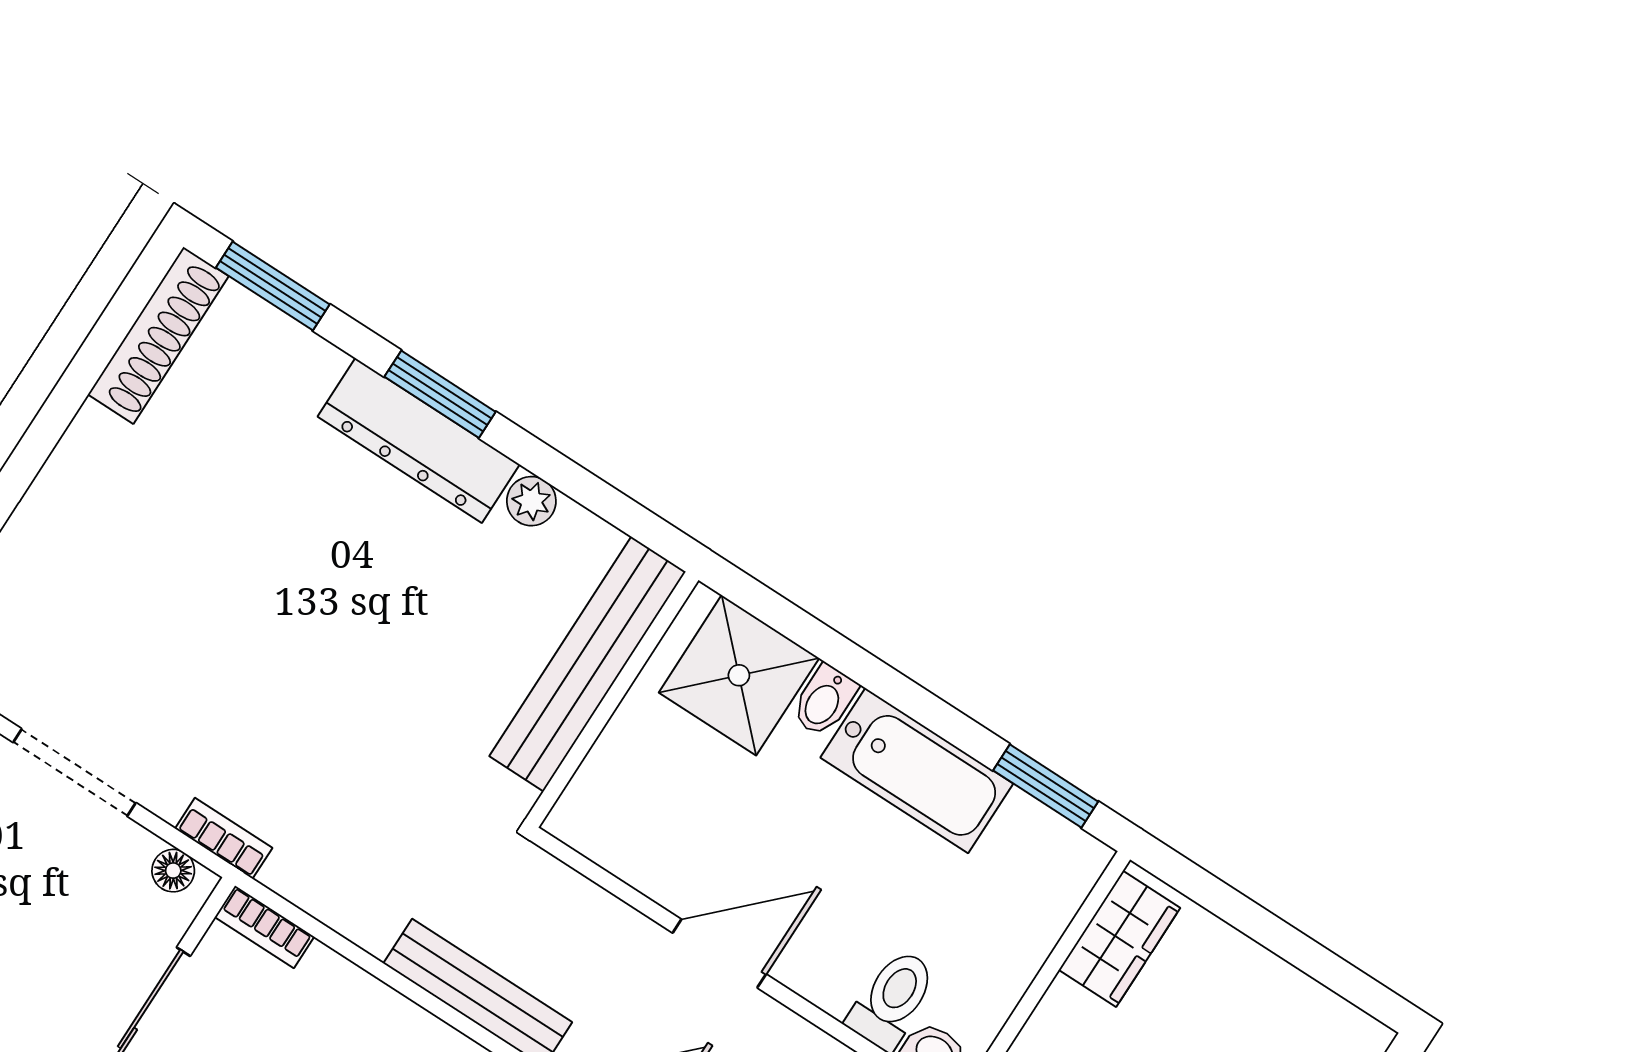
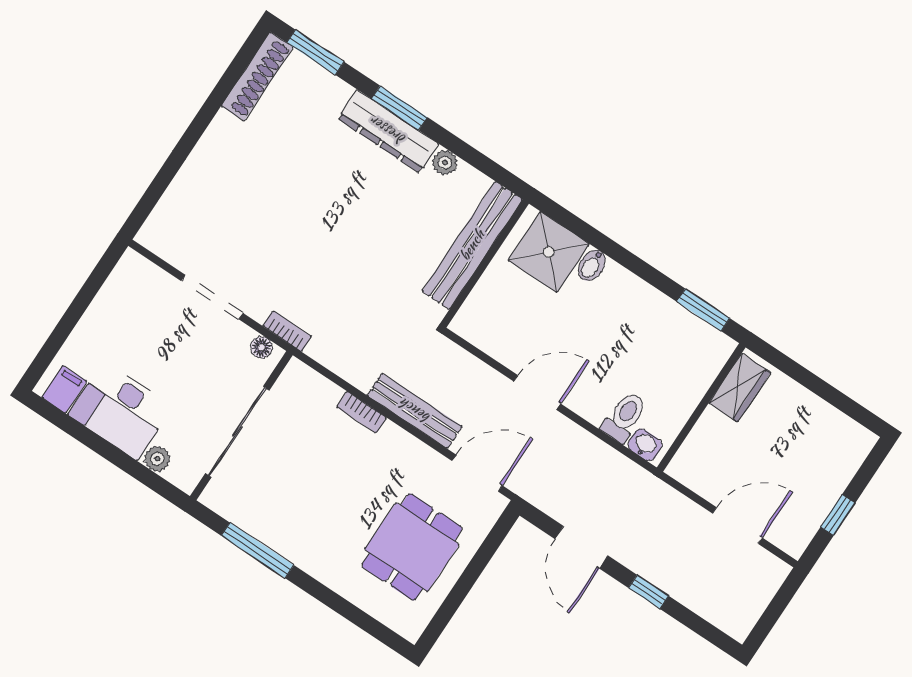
bathtub: (917, 771) -> (638, 301), removed
bookcase: (264, 927) -> (362, 412), moved

